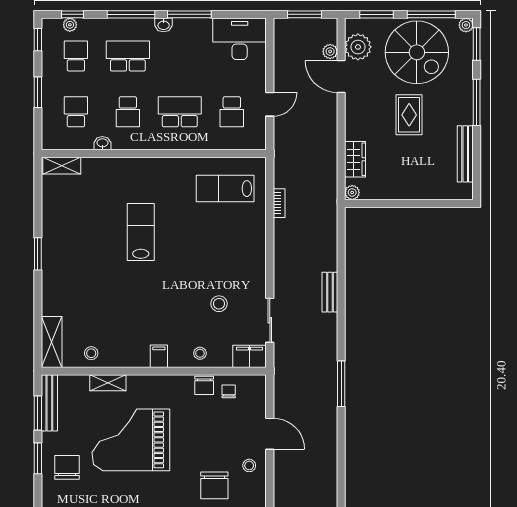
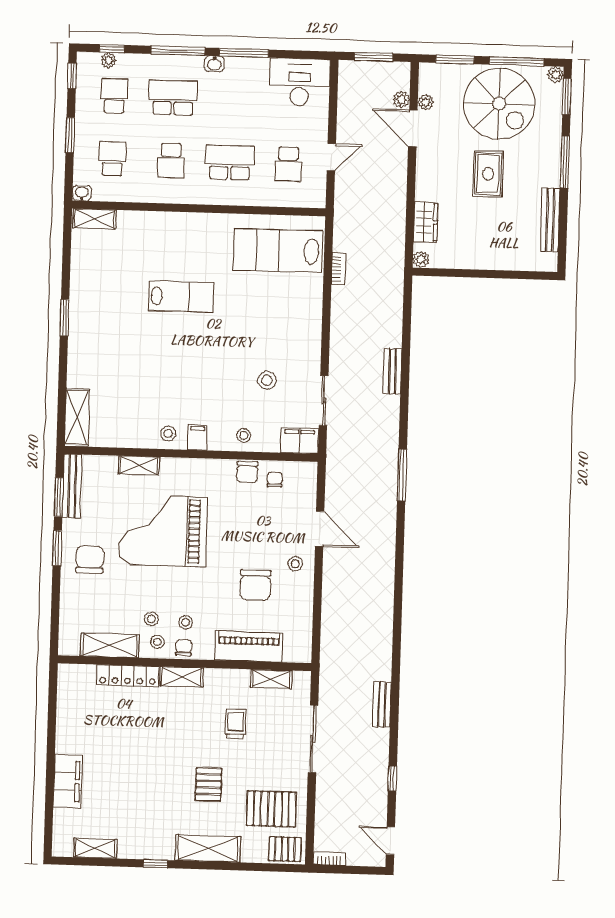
plant: (358, 47) -> (426, 102), width x0.53, depth x0.53
washbasin: (102, 143) -> (82, 193), moved
lab bench: (225, 189) -> (278, 251), width x1.36, depth x1.39
lab bench: (141, 232) -> (181, 297), turned 90
stool: (91, 353) -> (168, 434), moved

